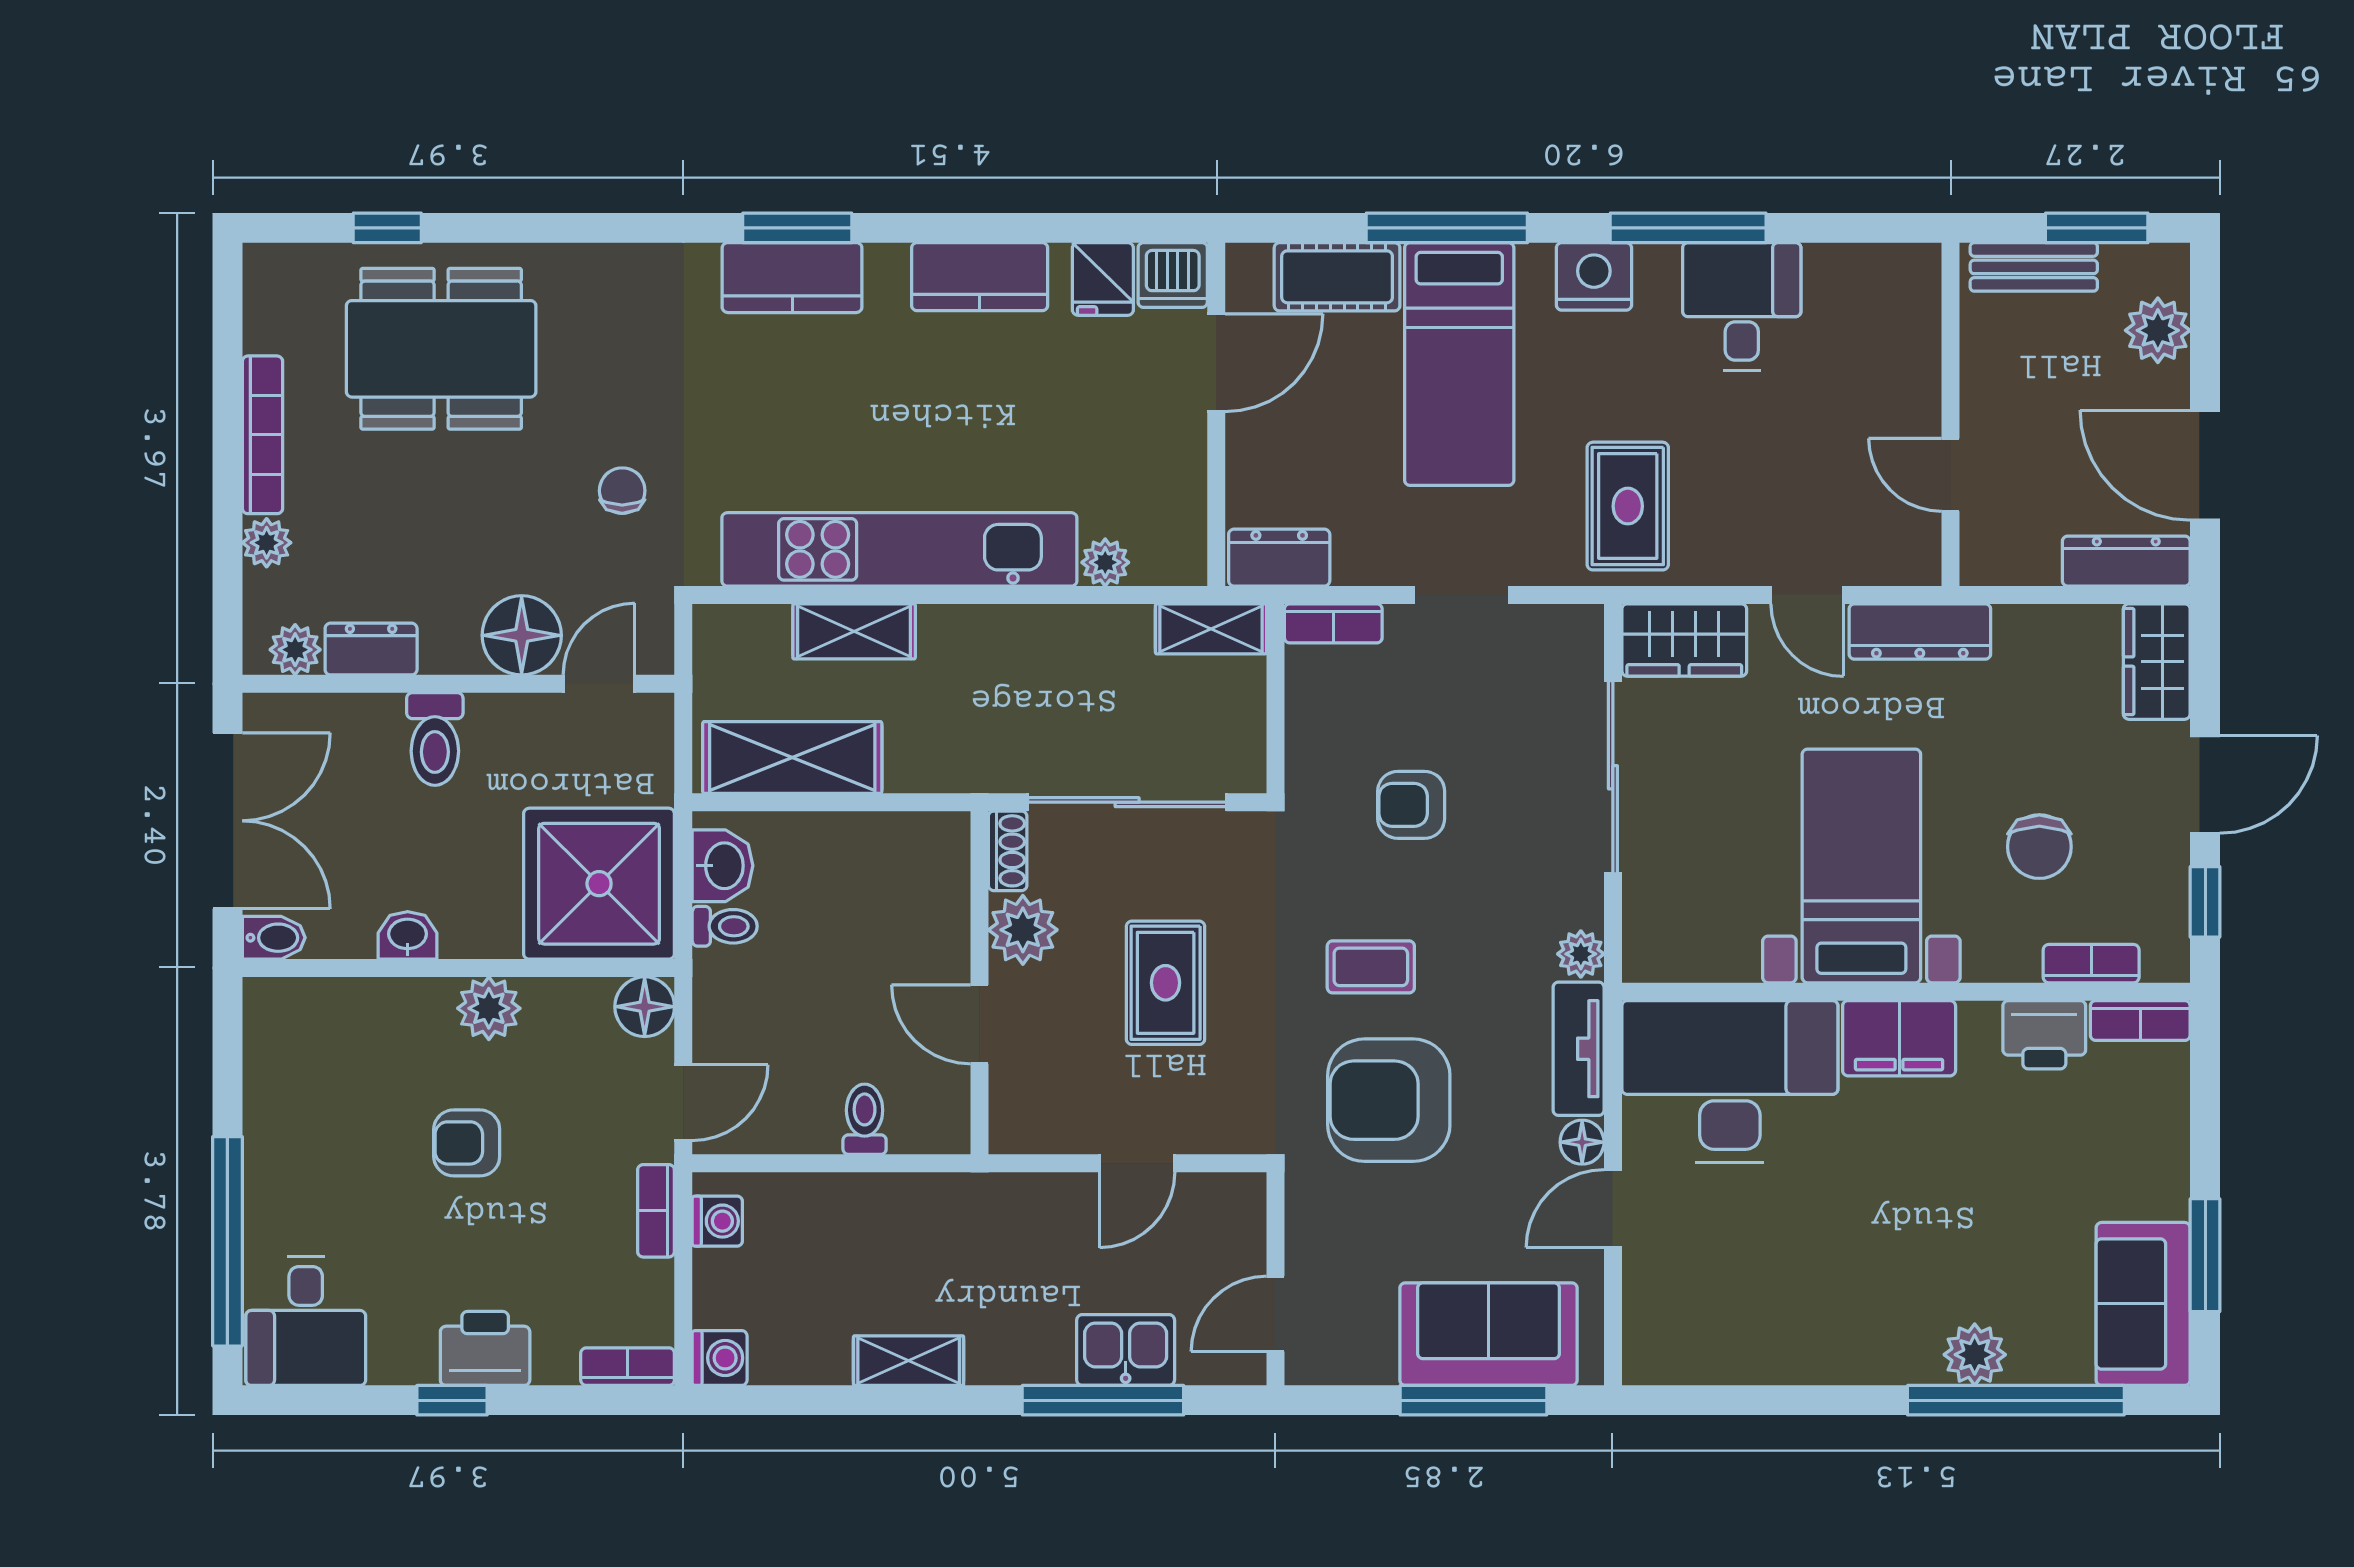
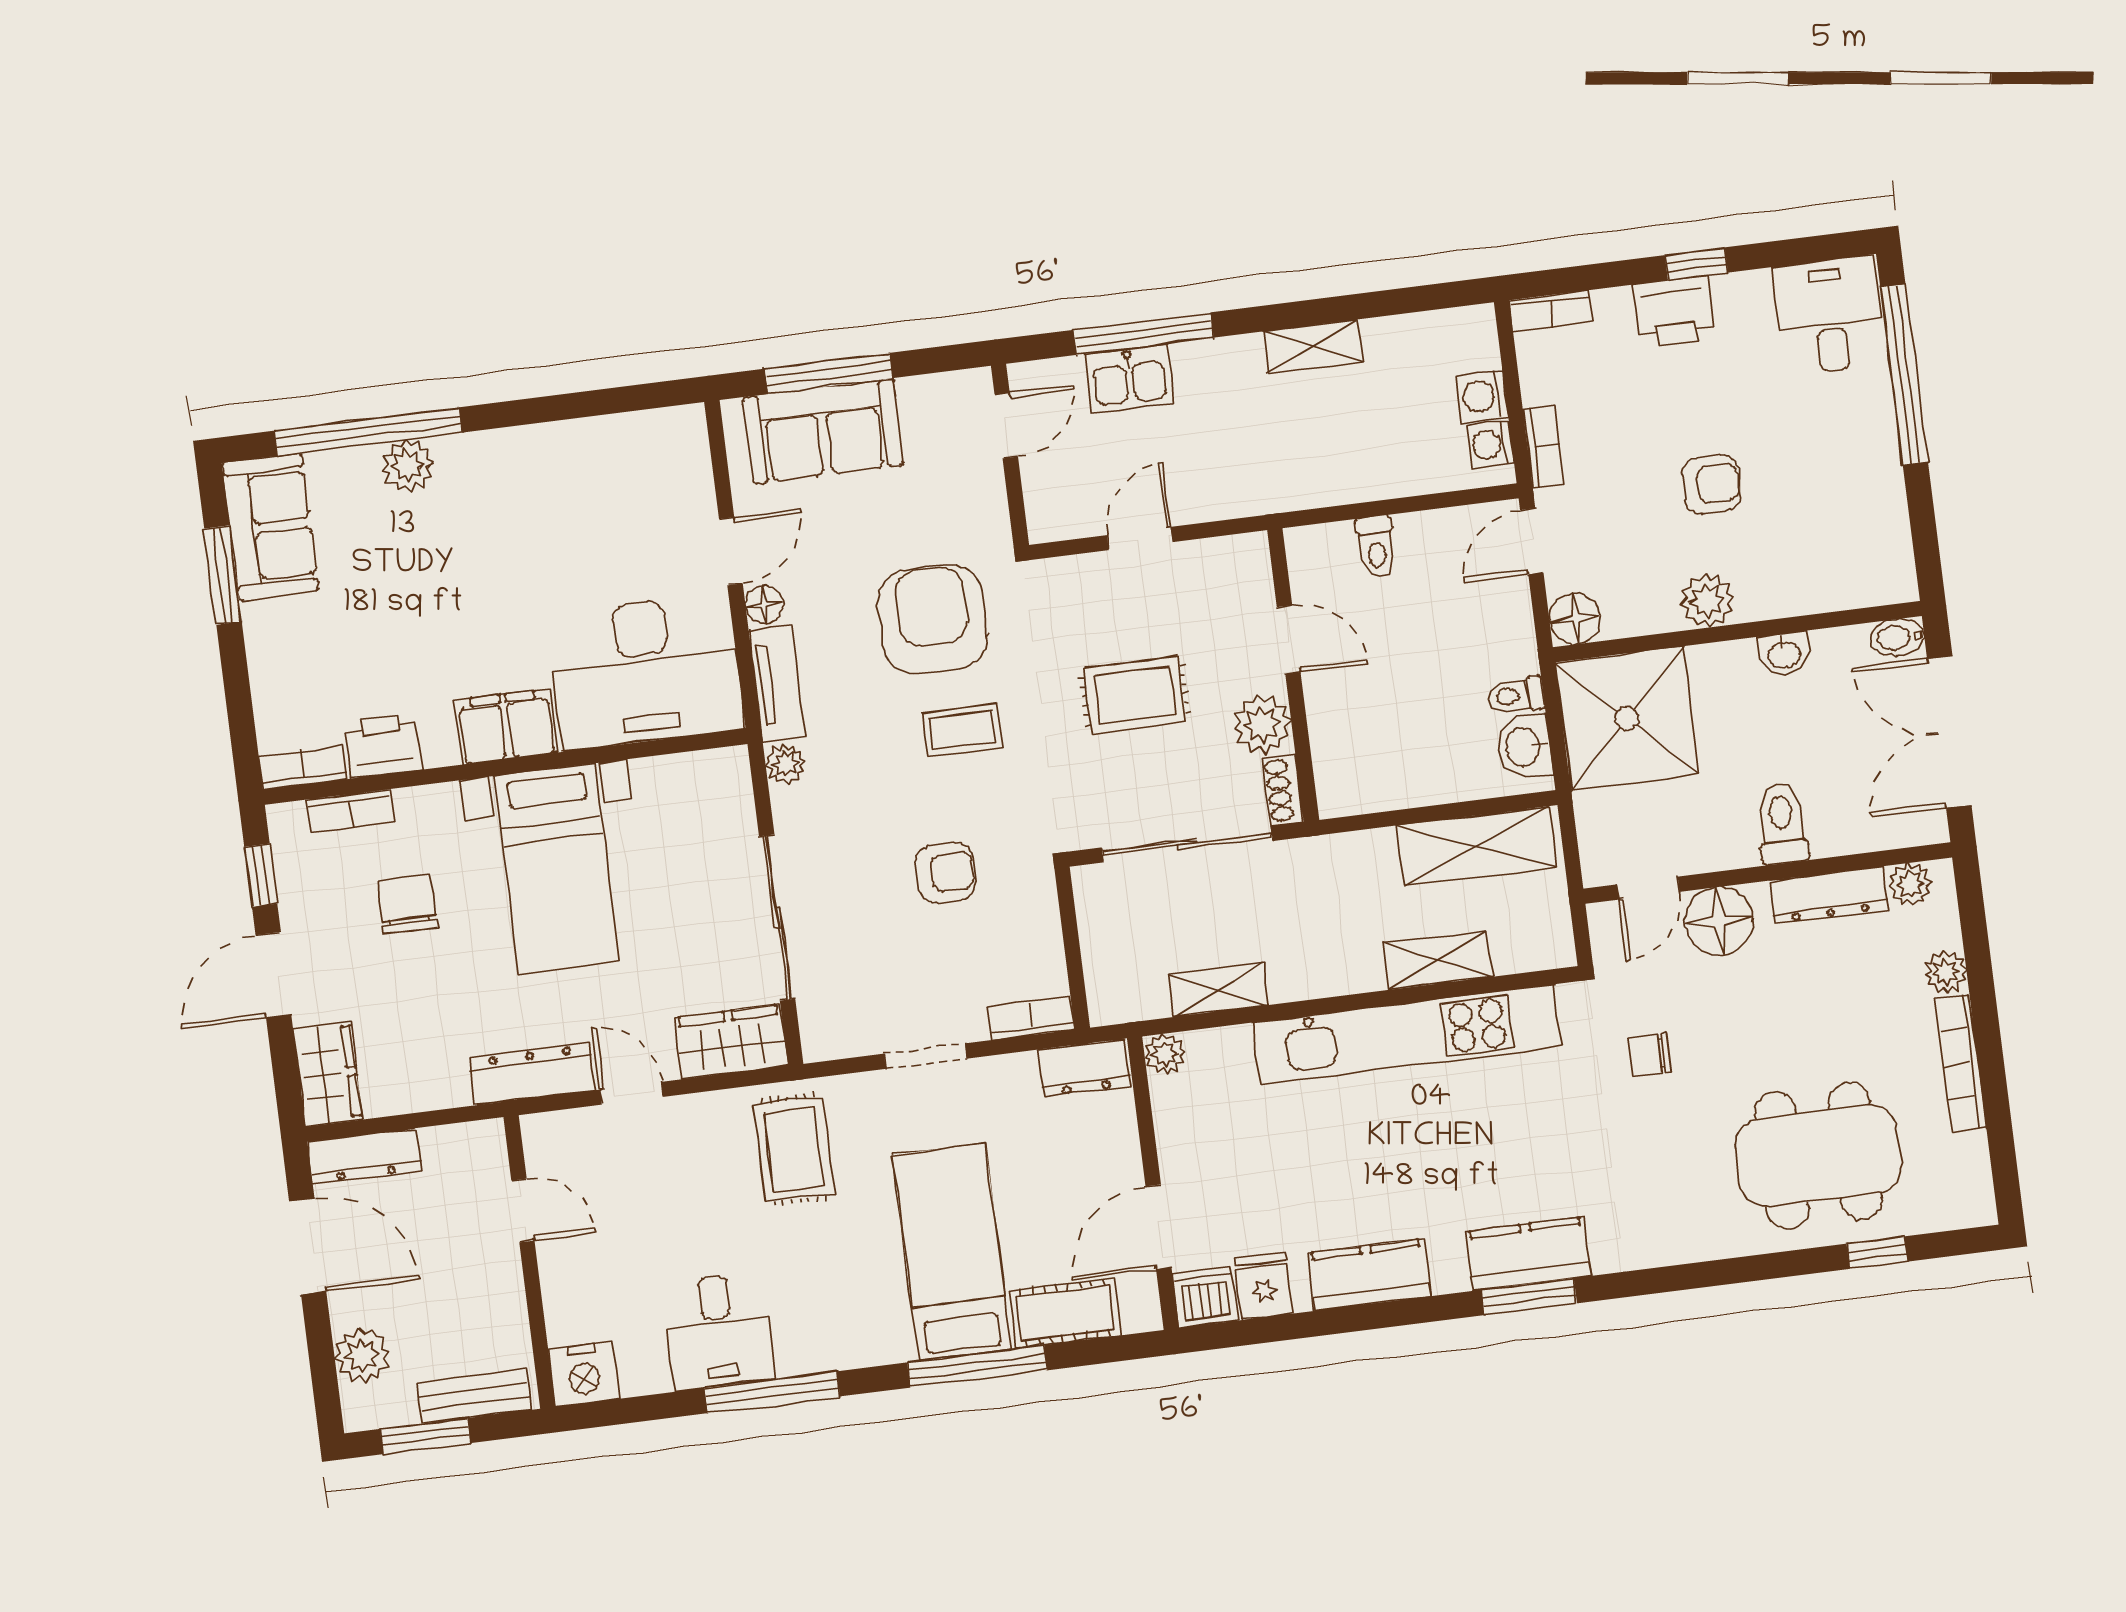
nightstand: (1594, 276) -> (584, 1374), moved
chair: (622, 491) -> (1649, 1055), turned 90
plant: (1105, 562) -> (1165, 1054), moved
shelving: (1211, 629) -> (1219, 990), moved
dresser: (371, 649) -> (1829, 895), width x1.44
rug: (1166, 983) -> (1135, 695), turned 90
armchair: (1389, 1100) -> (933, 619), turned -90
washing machine: (720, 1358) -> (1482, 396), moved

